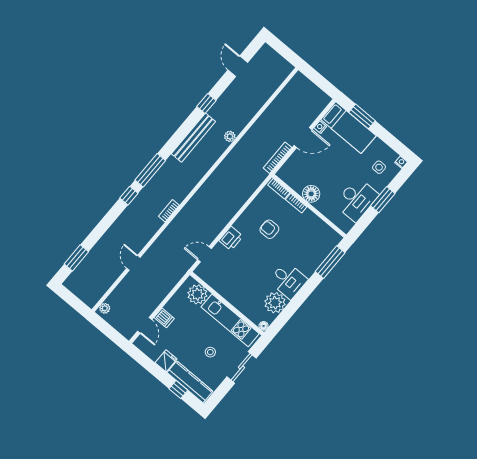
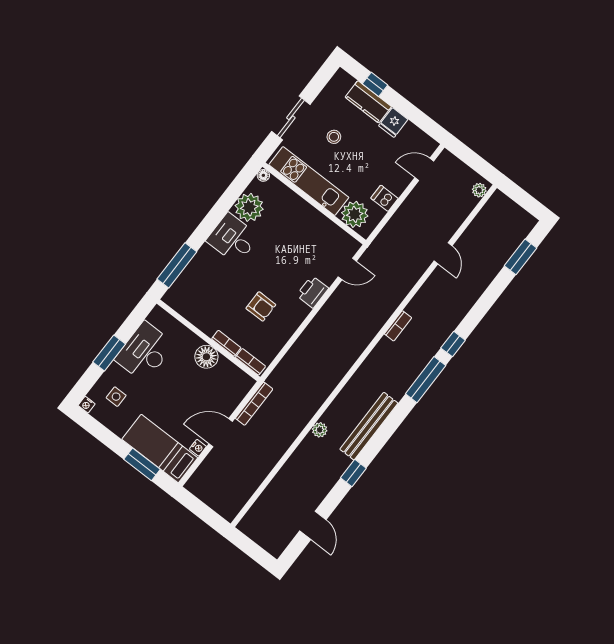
dishwasher: (164, 318) -> (384, 198), moved
door: (145, 325) -> (424, 169), hinge flipped
kitchen counter: (190, 382) -> (368, 102), width x0.67

